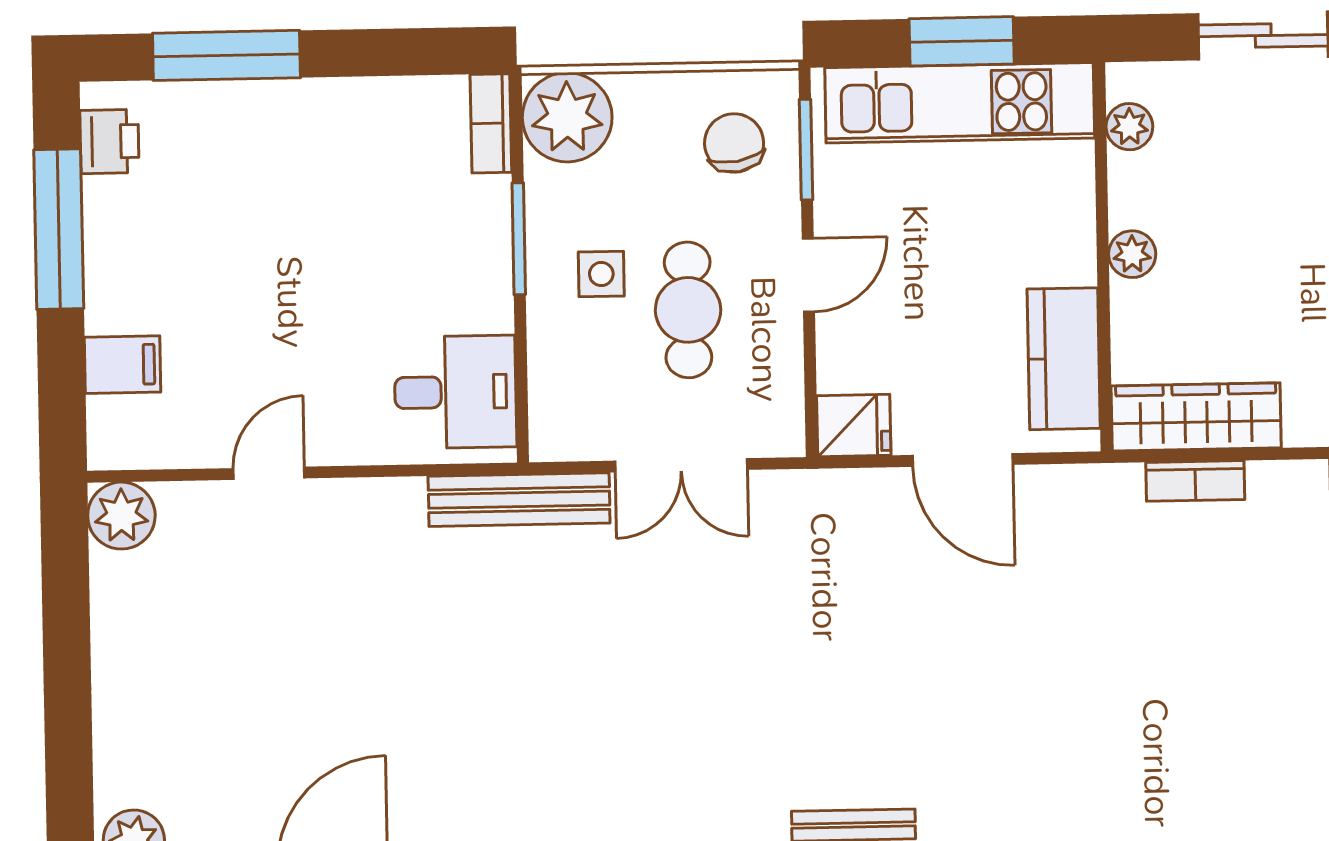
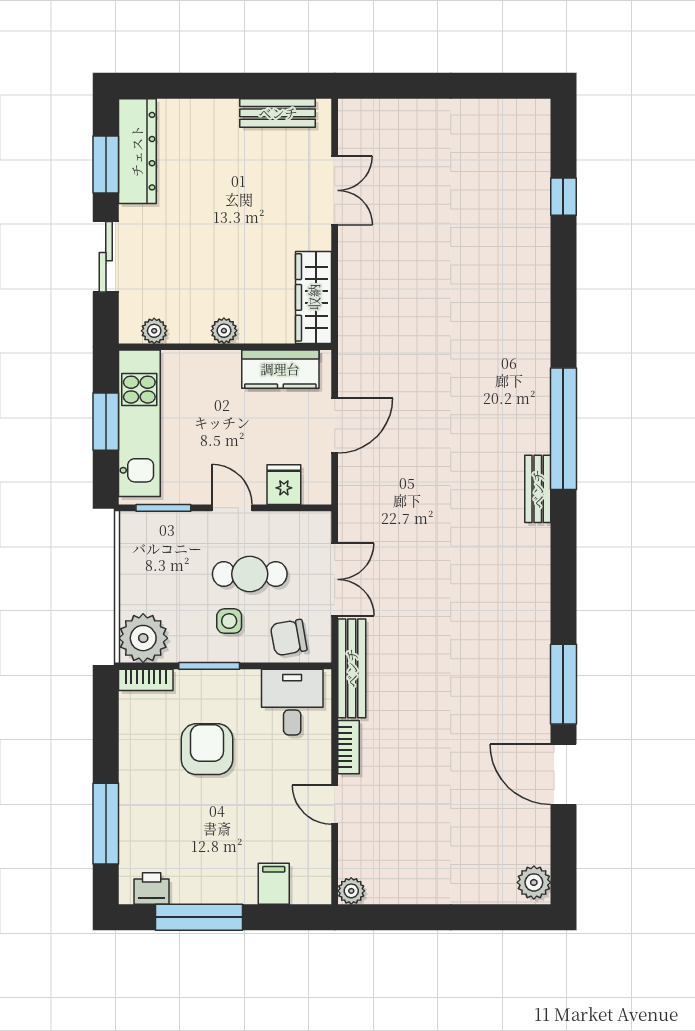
chair: (734, 143) -> (289, 638), moved
armchair: (366, 238) -> (207, 749), added
fridge: (854, 425) -> (284, 485), moved
bookcase: (1195, 481) -> (349, 747), moved
plant: (121, 516) -> (351, 891), width x0.73, depth x0.73

